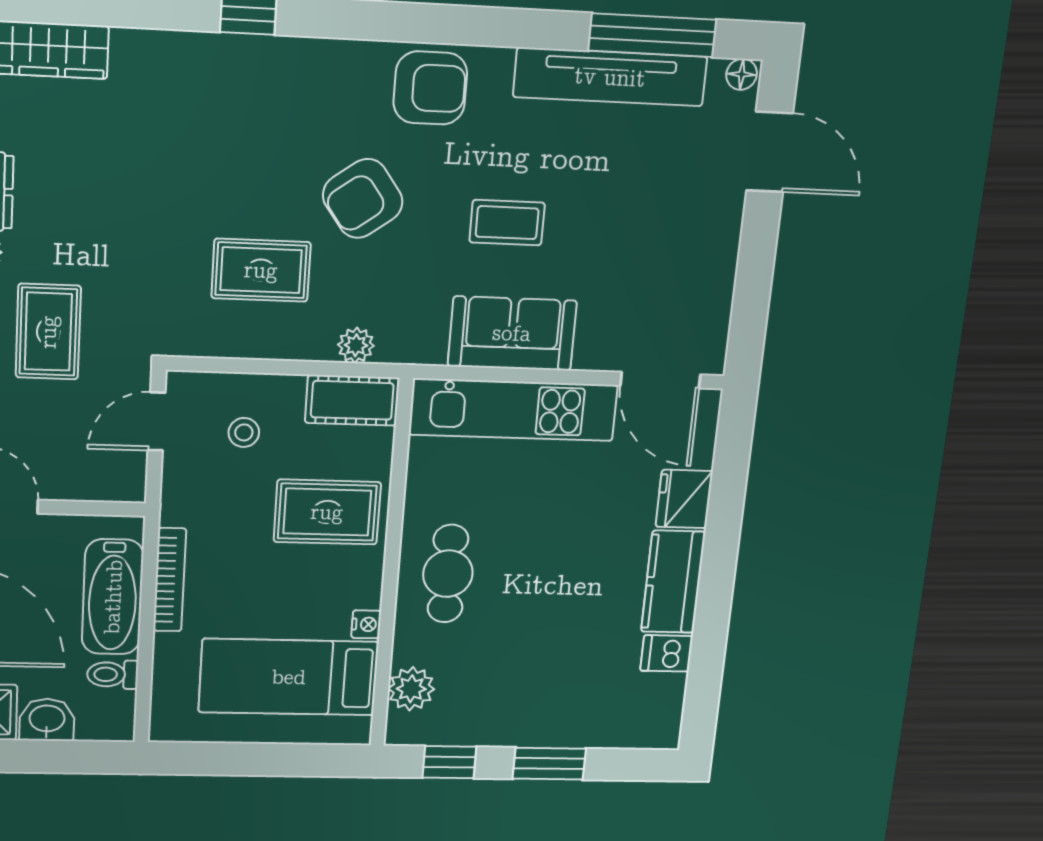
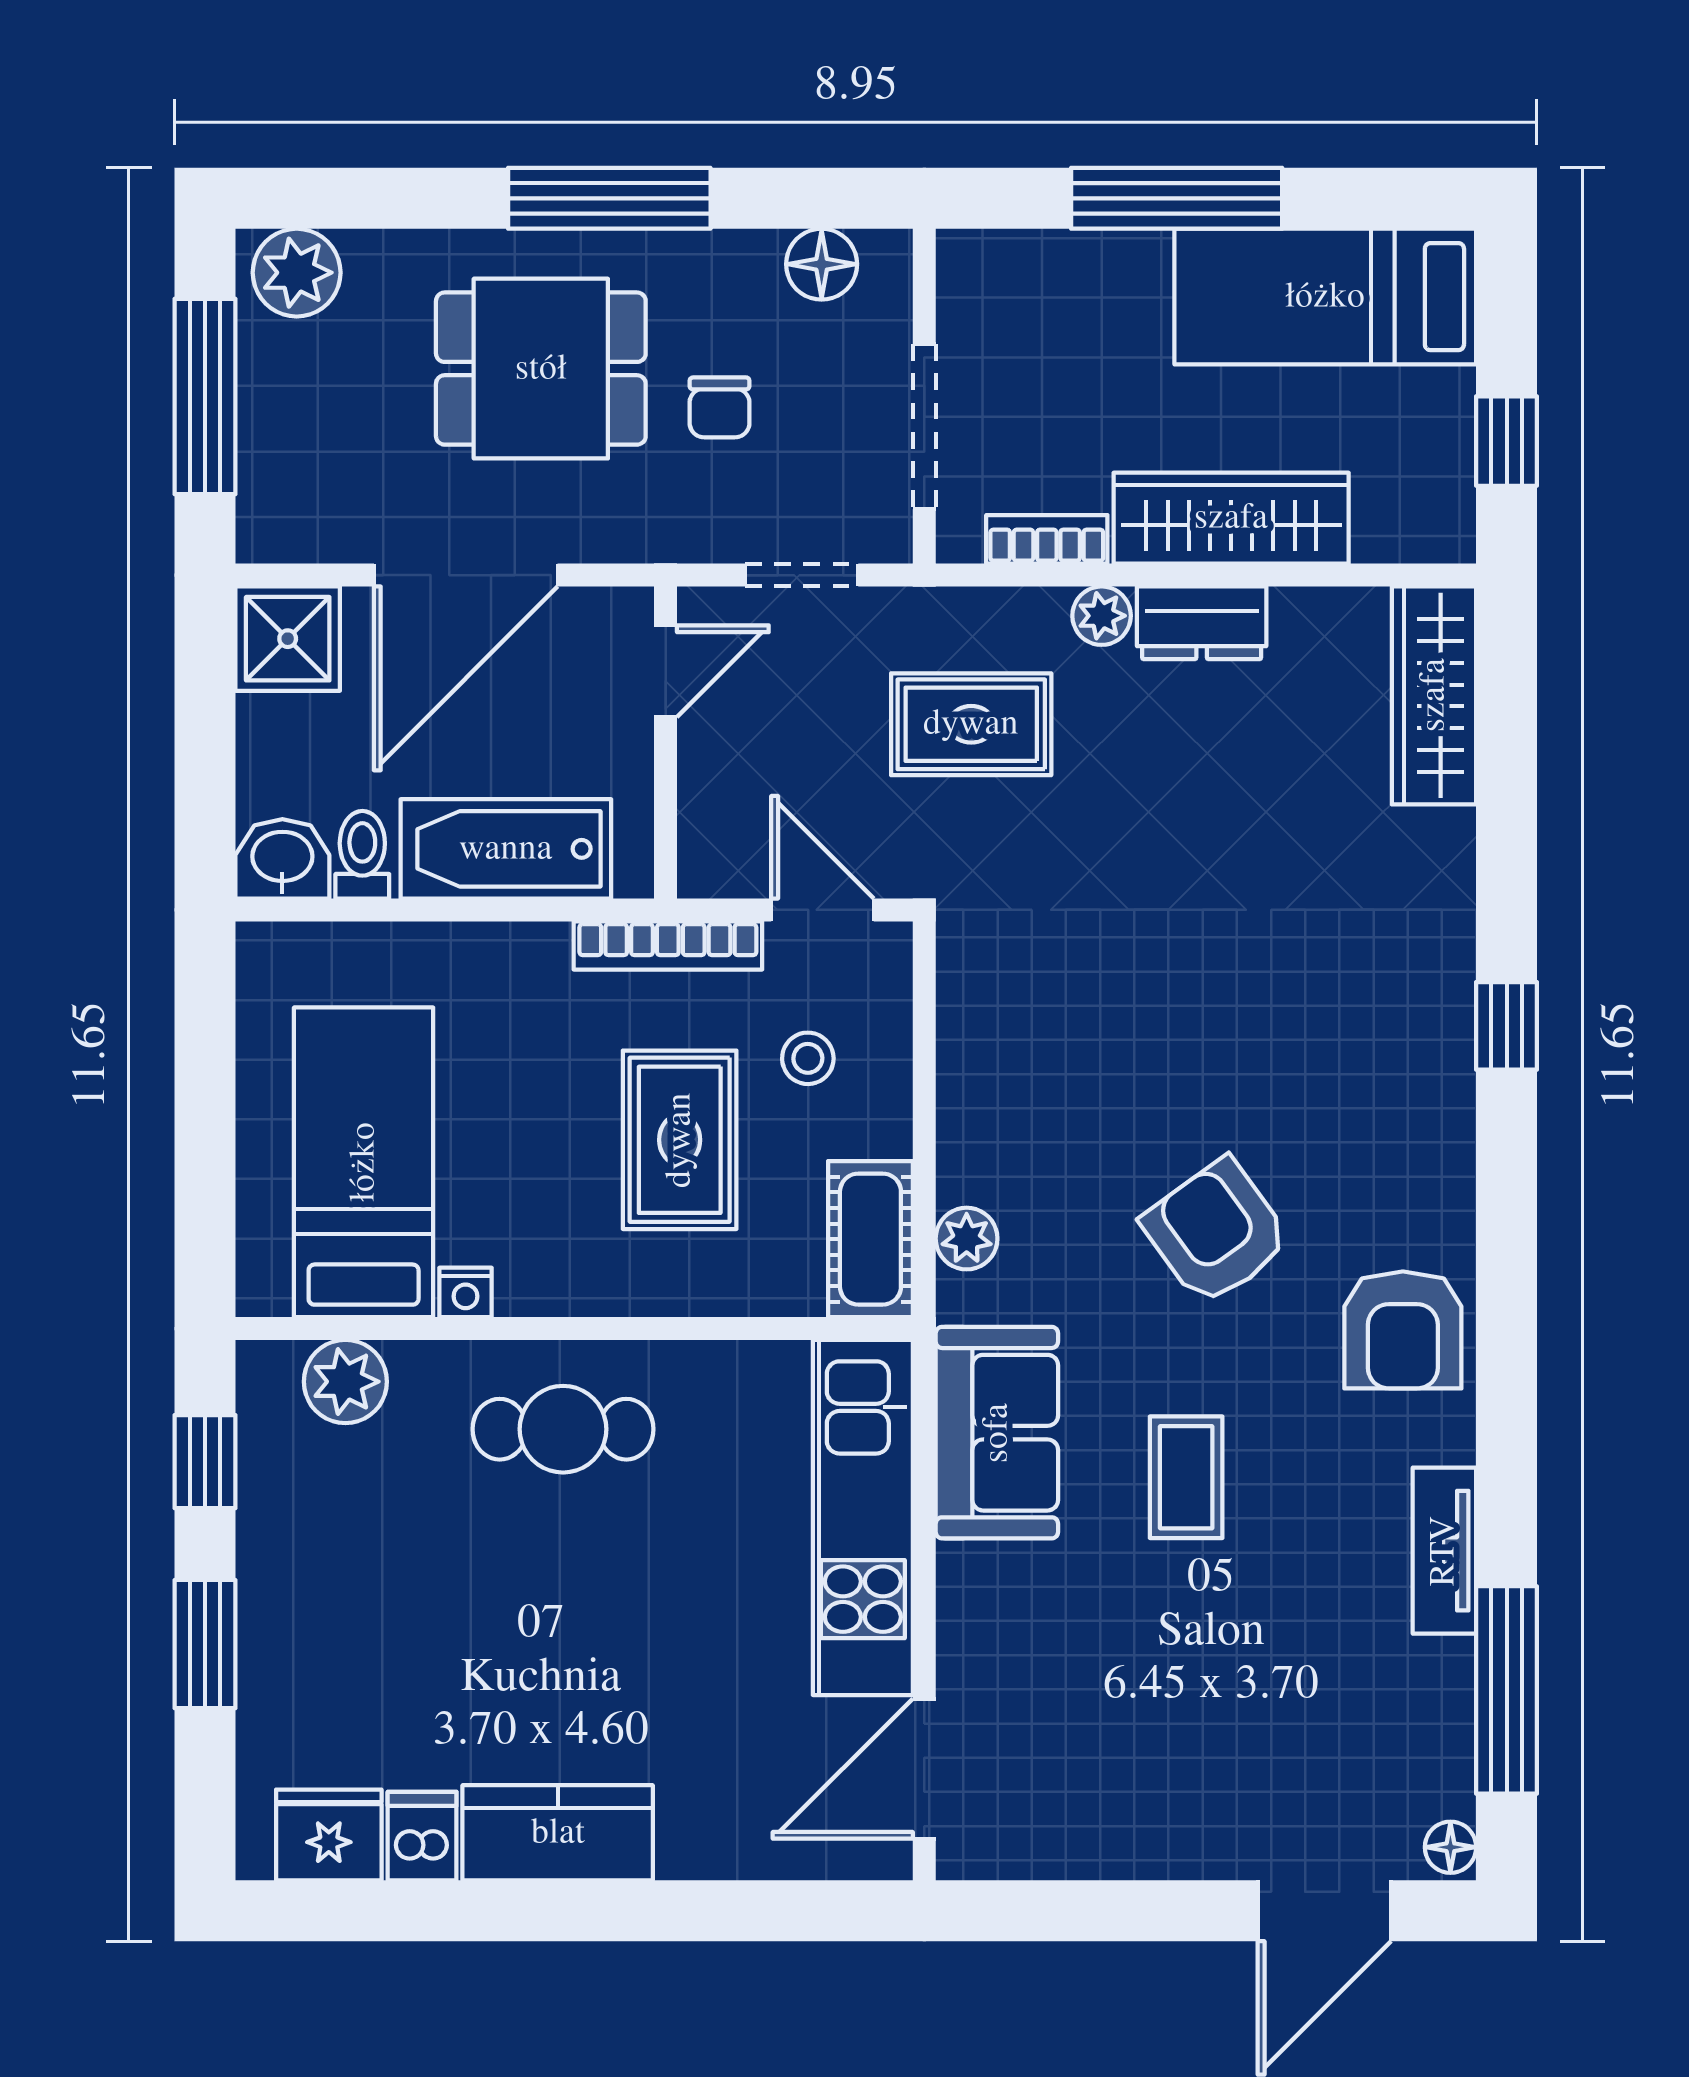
tv unit: (610, 77) -> (1444, 1551), width x0.52, depth x0.78
rug: (261, 270) -> (1089, 1071), removed
sofa: (512, 333) -> (997, 1433), moved
fridge: (684, 499) -> (329, 1835), moved
rug: (327, 512) -> (680, 1140), moved
bookcase: (170, 580) -> (668, 945), moved
washbasin: (47, 720) -> (282, 859), moved, turned -90

